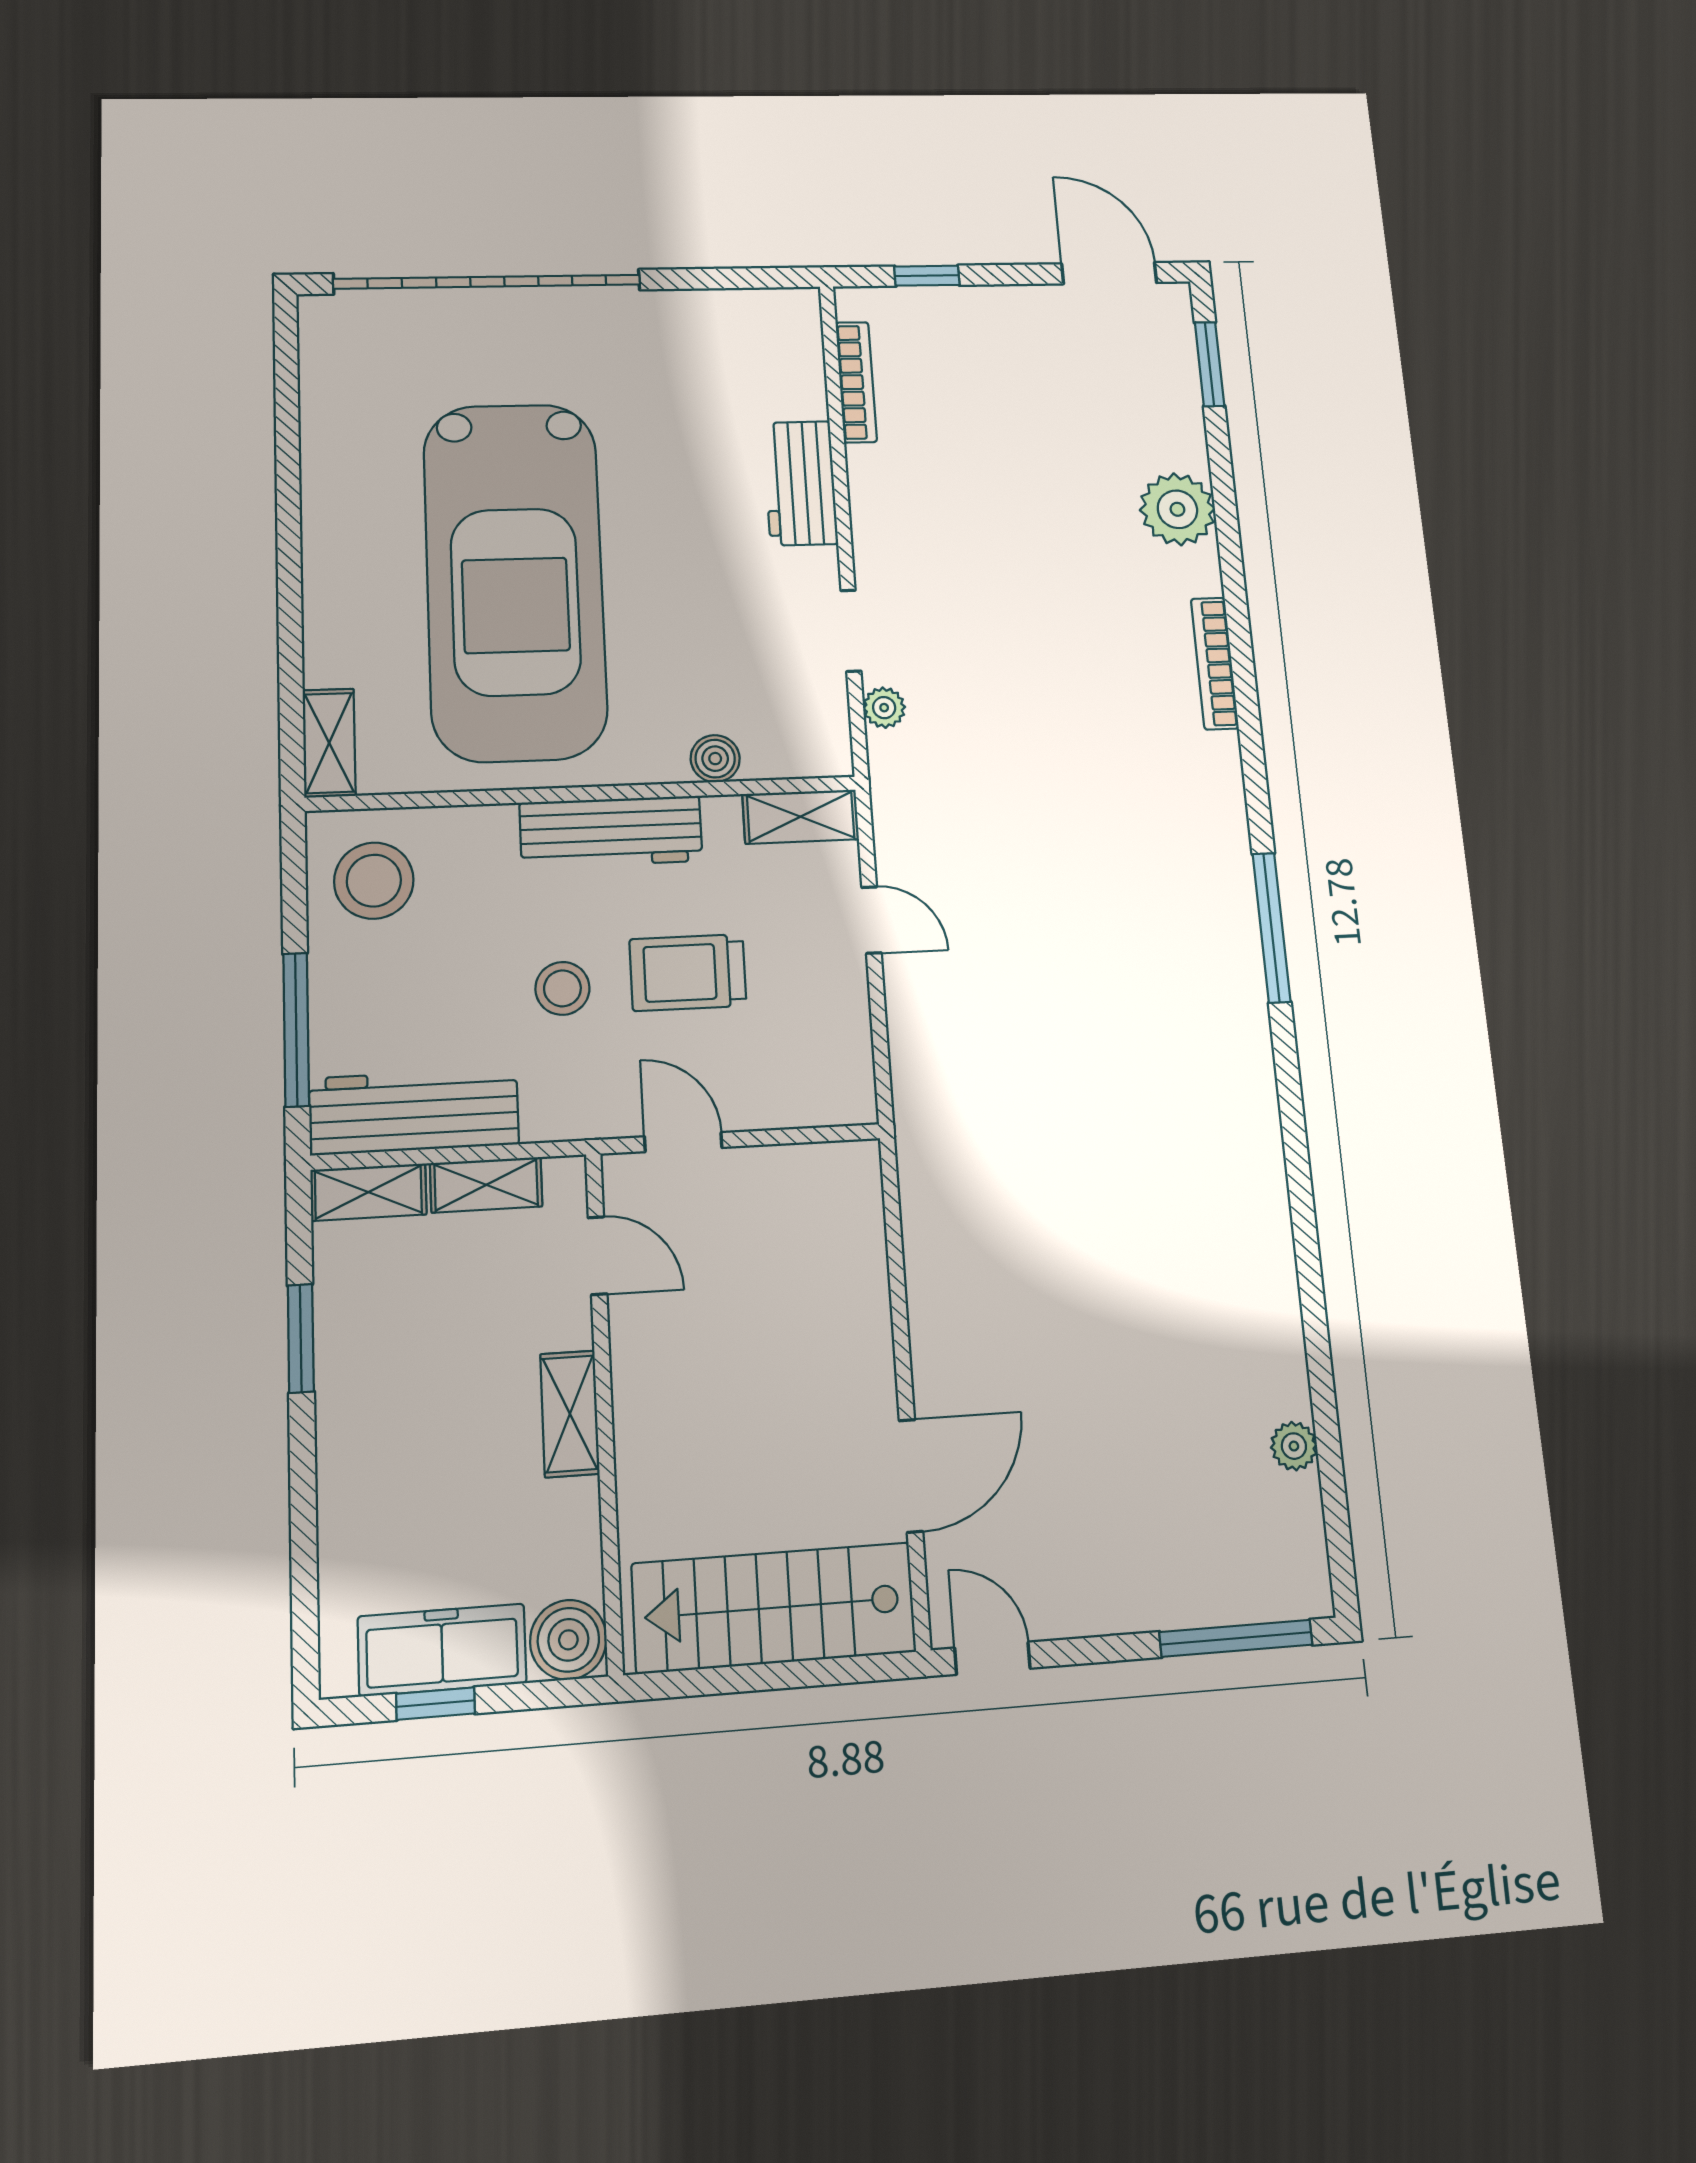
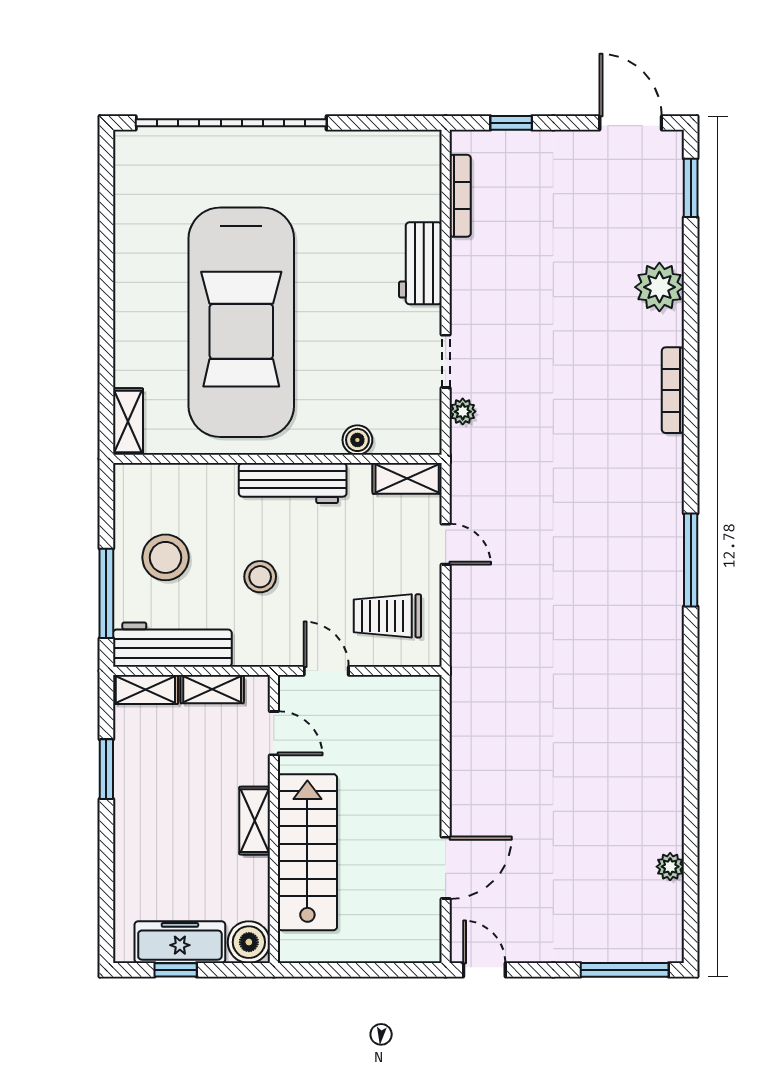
stool: (374, 881) -> (166, 557), moved
trolley: (688, 972) -> (387, 616), moved
stairs: (774, 1608) -> (307, 852), moved, turned 90

